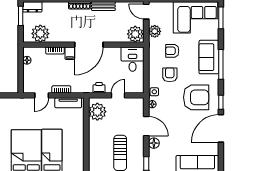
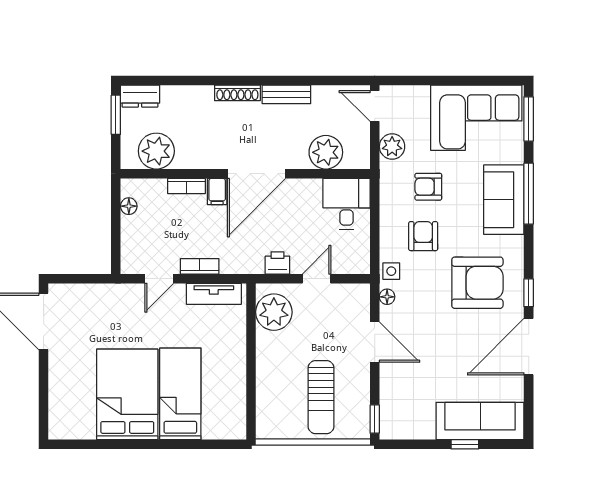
plant: (135, 34) -> (326, 152), moved
window: (221, 64) -> (529, 194), moved
floor lamp: (154, 143) -> (390, 377), removed

